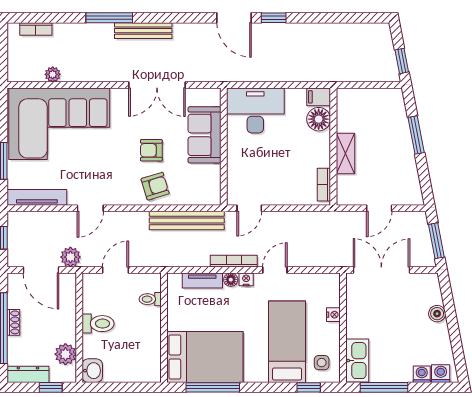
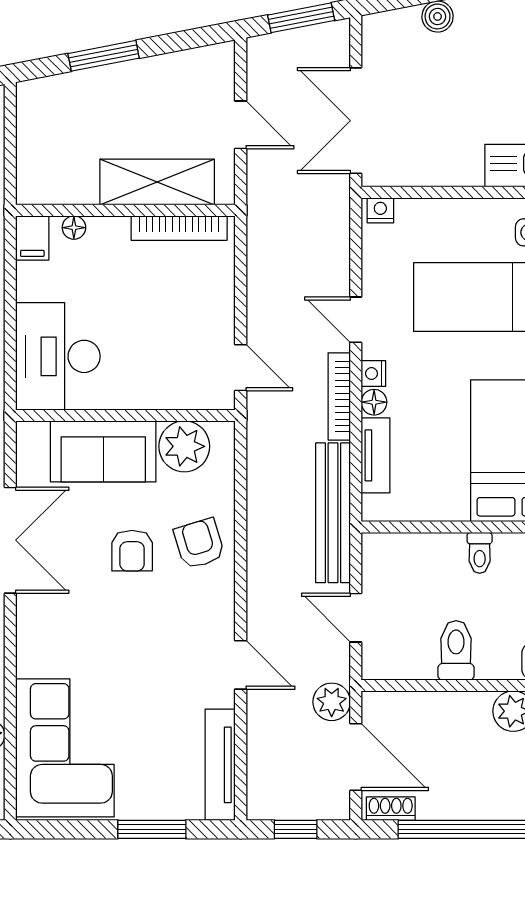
floor lamp: (319, 119) -> (74, 228), width x0.53, depth x0.53
corner sofa: (59, 124) -> (65, 748), width x0.73, depth x0.74
shelving: (345, 153) -> (157, 182), width x1.50, depth x1.33
plant: (207, 178) -> (184, 446), added
bookcase: (324, 185) -> (179, 228), width x1.56
bench: (187, 221) -> (333, 513), moved
door: (41, 270) -> (356, 757), hinge flipped
toilet: (150, 299) -> (480, 553), moved
nightstand: (333, 315) -> (380, 210), moved
shoe rack: (13, 322) -> (391, 809), moved

